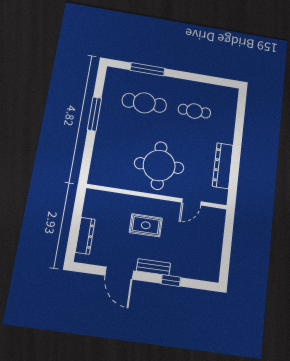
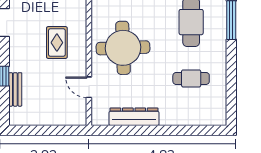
cafe table: (194, 111) -> (191, 78), turned 90
bench: (153, 267) -> (15, 89), moved

